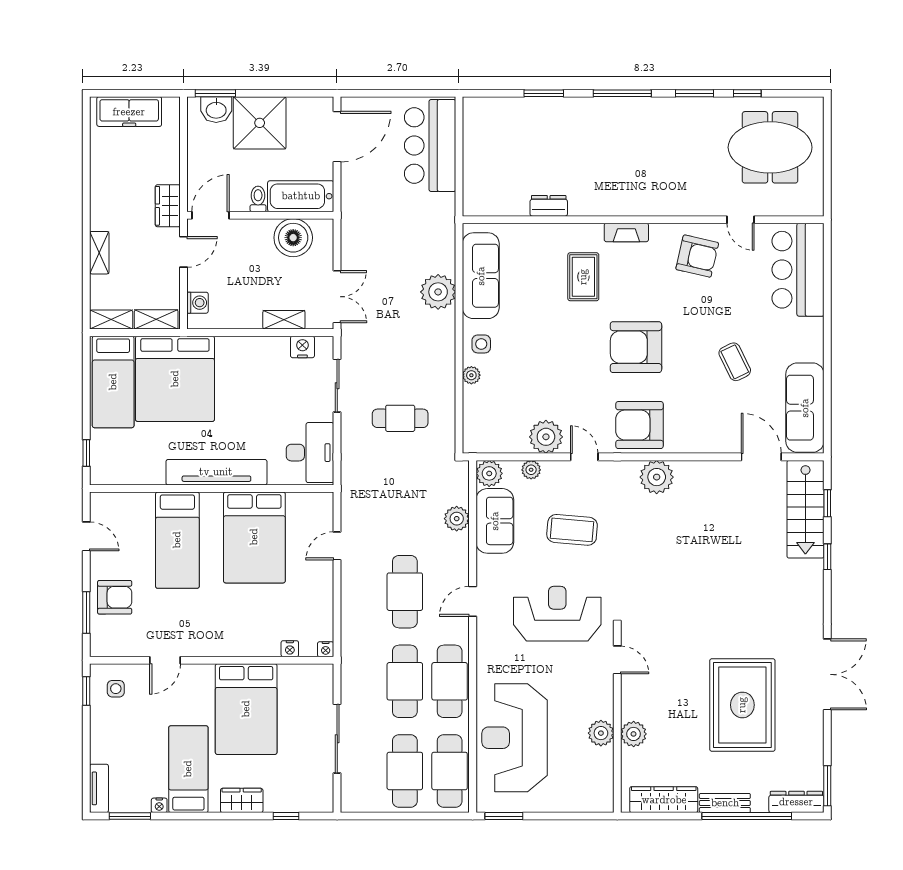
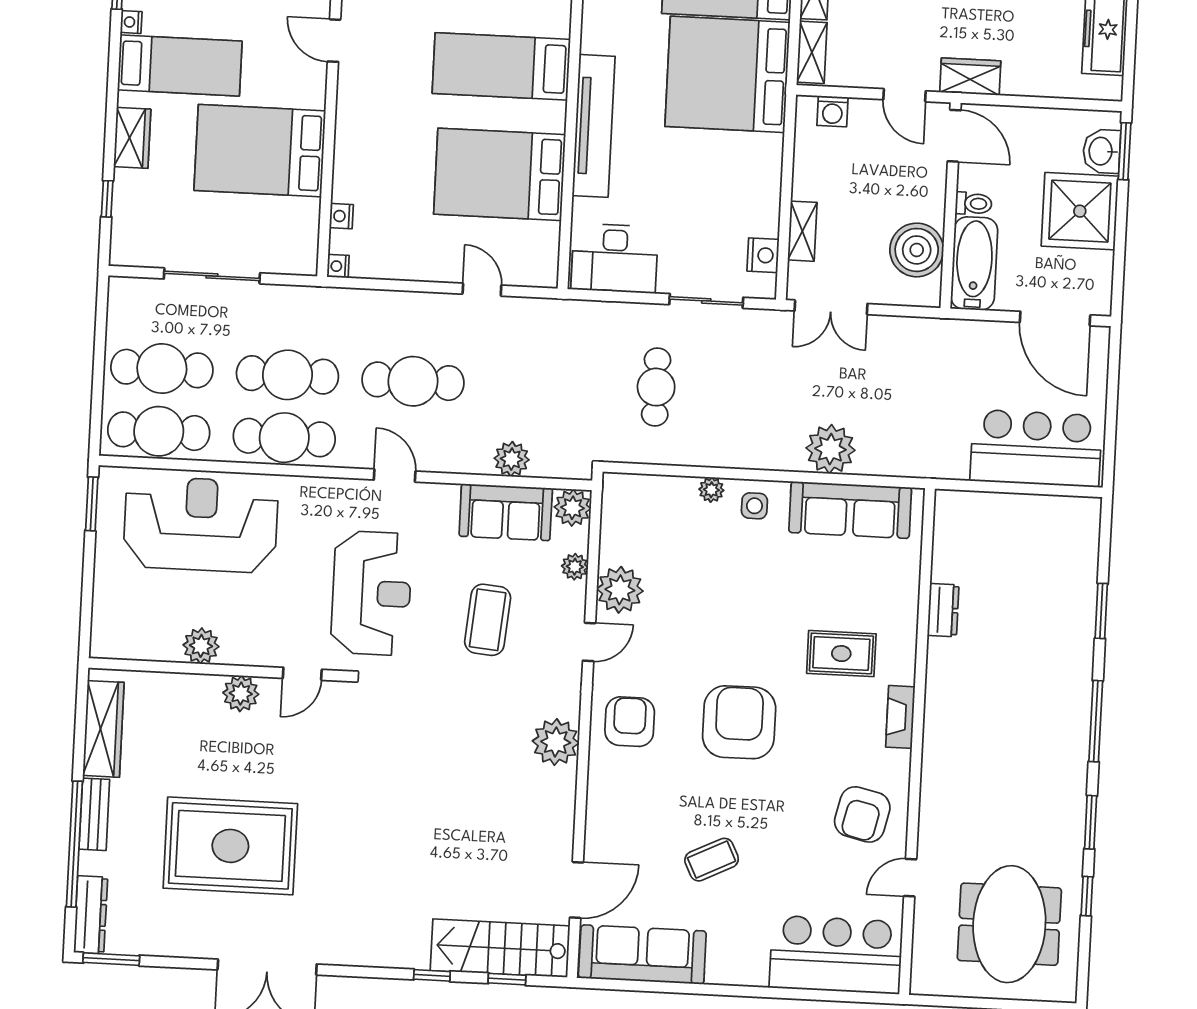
armchair: (639, 425) -> (630, 722), width x0.73, depth x0.73
plant: (634, 734) -> (241, 694), moved

